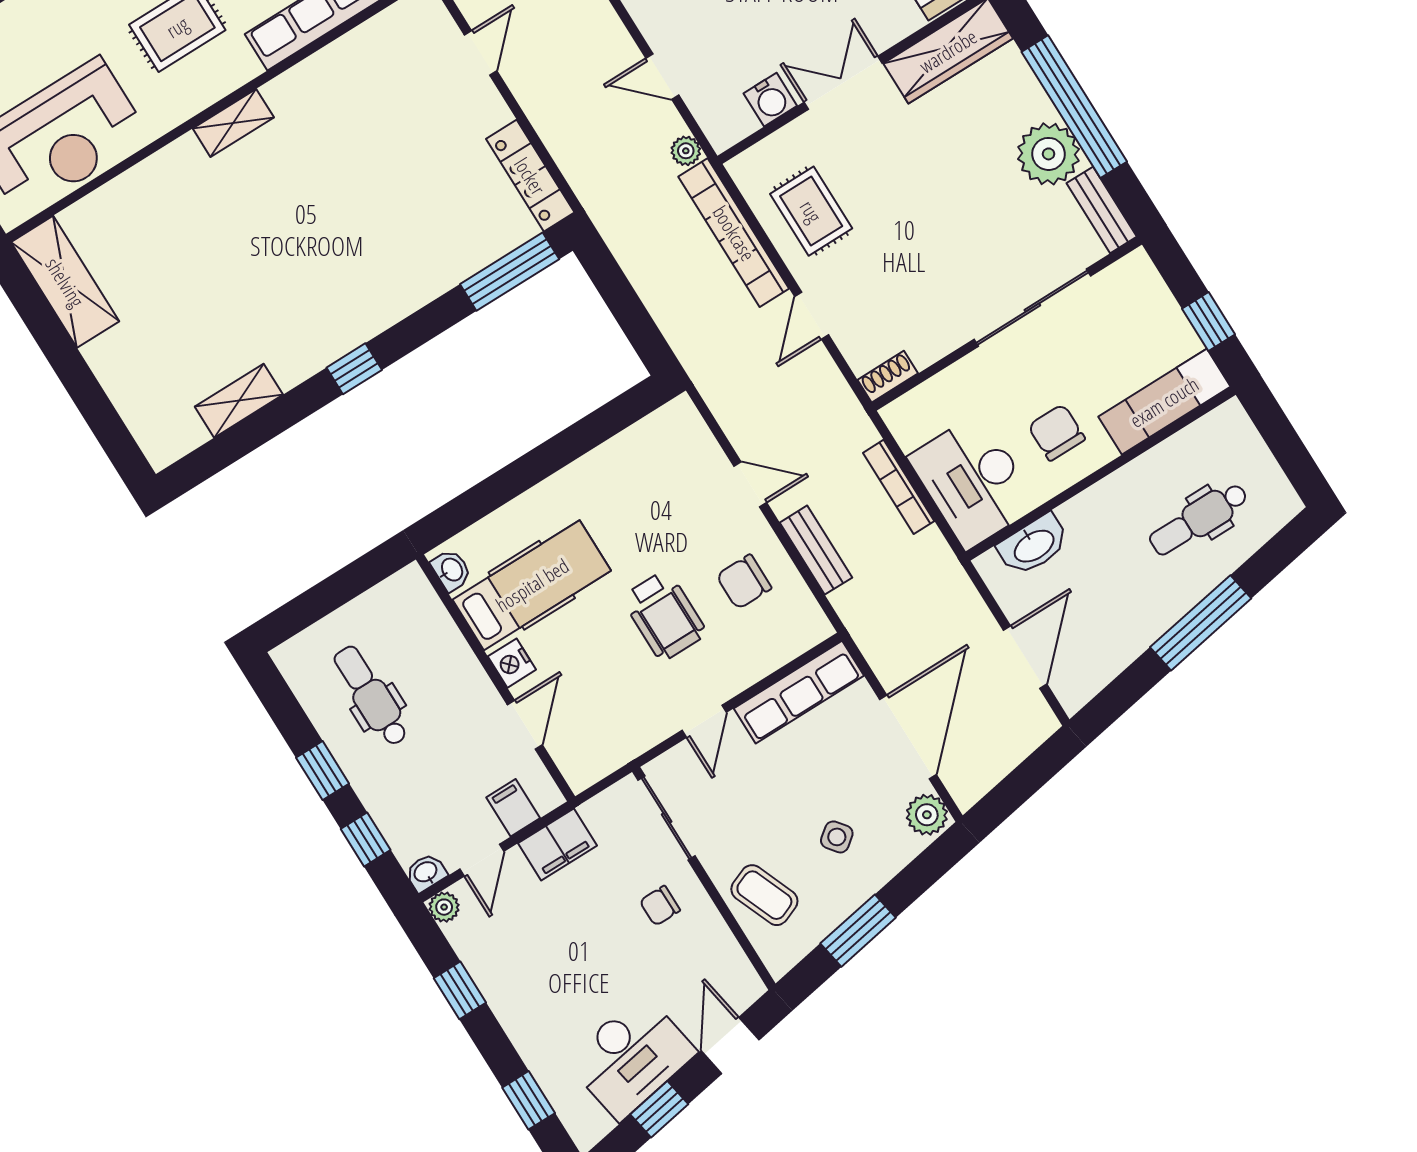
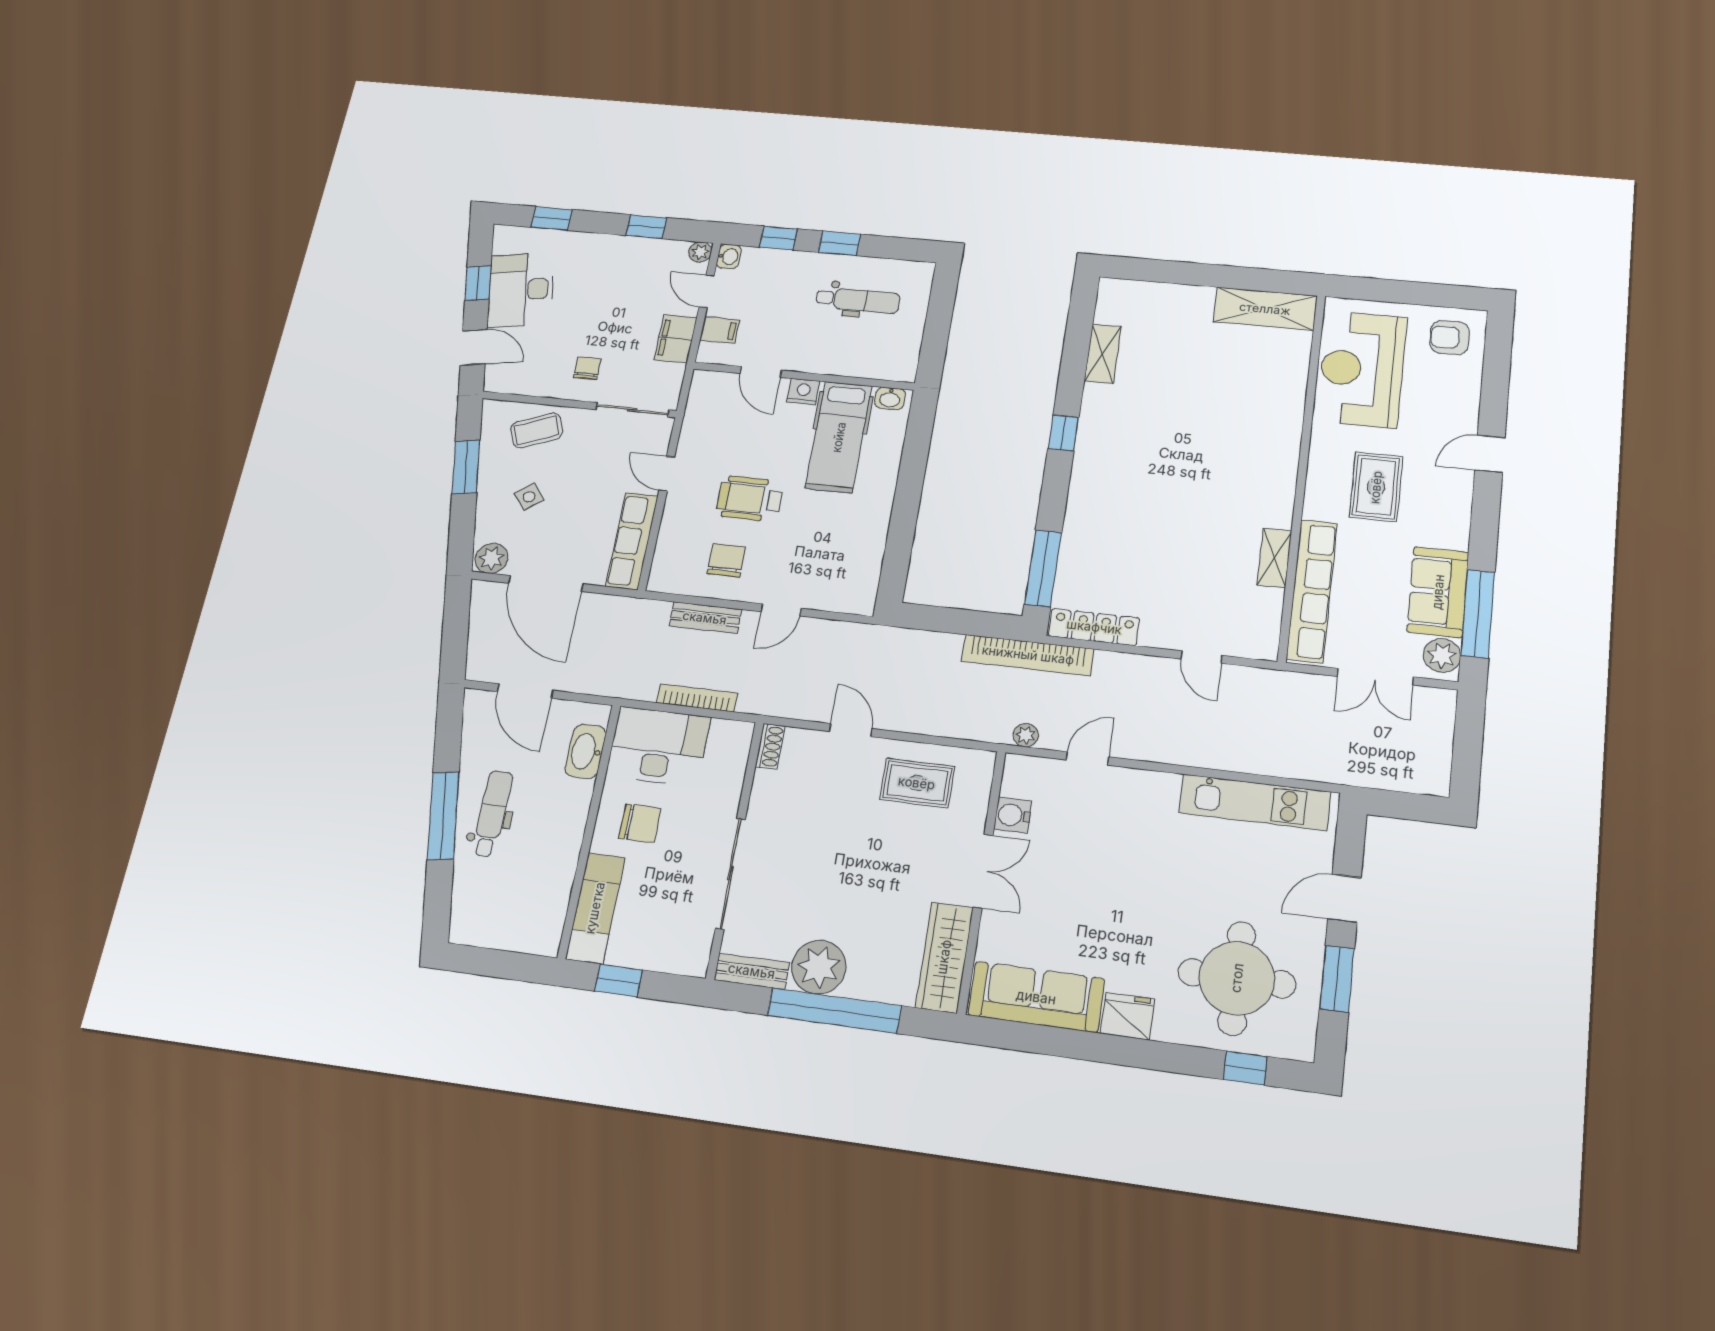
shelving: (233, 123) -> (1274, 558), moved
bookcase: (734, 233) -> (1028, 655), moved, turned 180
dental chair: (1199, 519) -> (492, 814), moved

